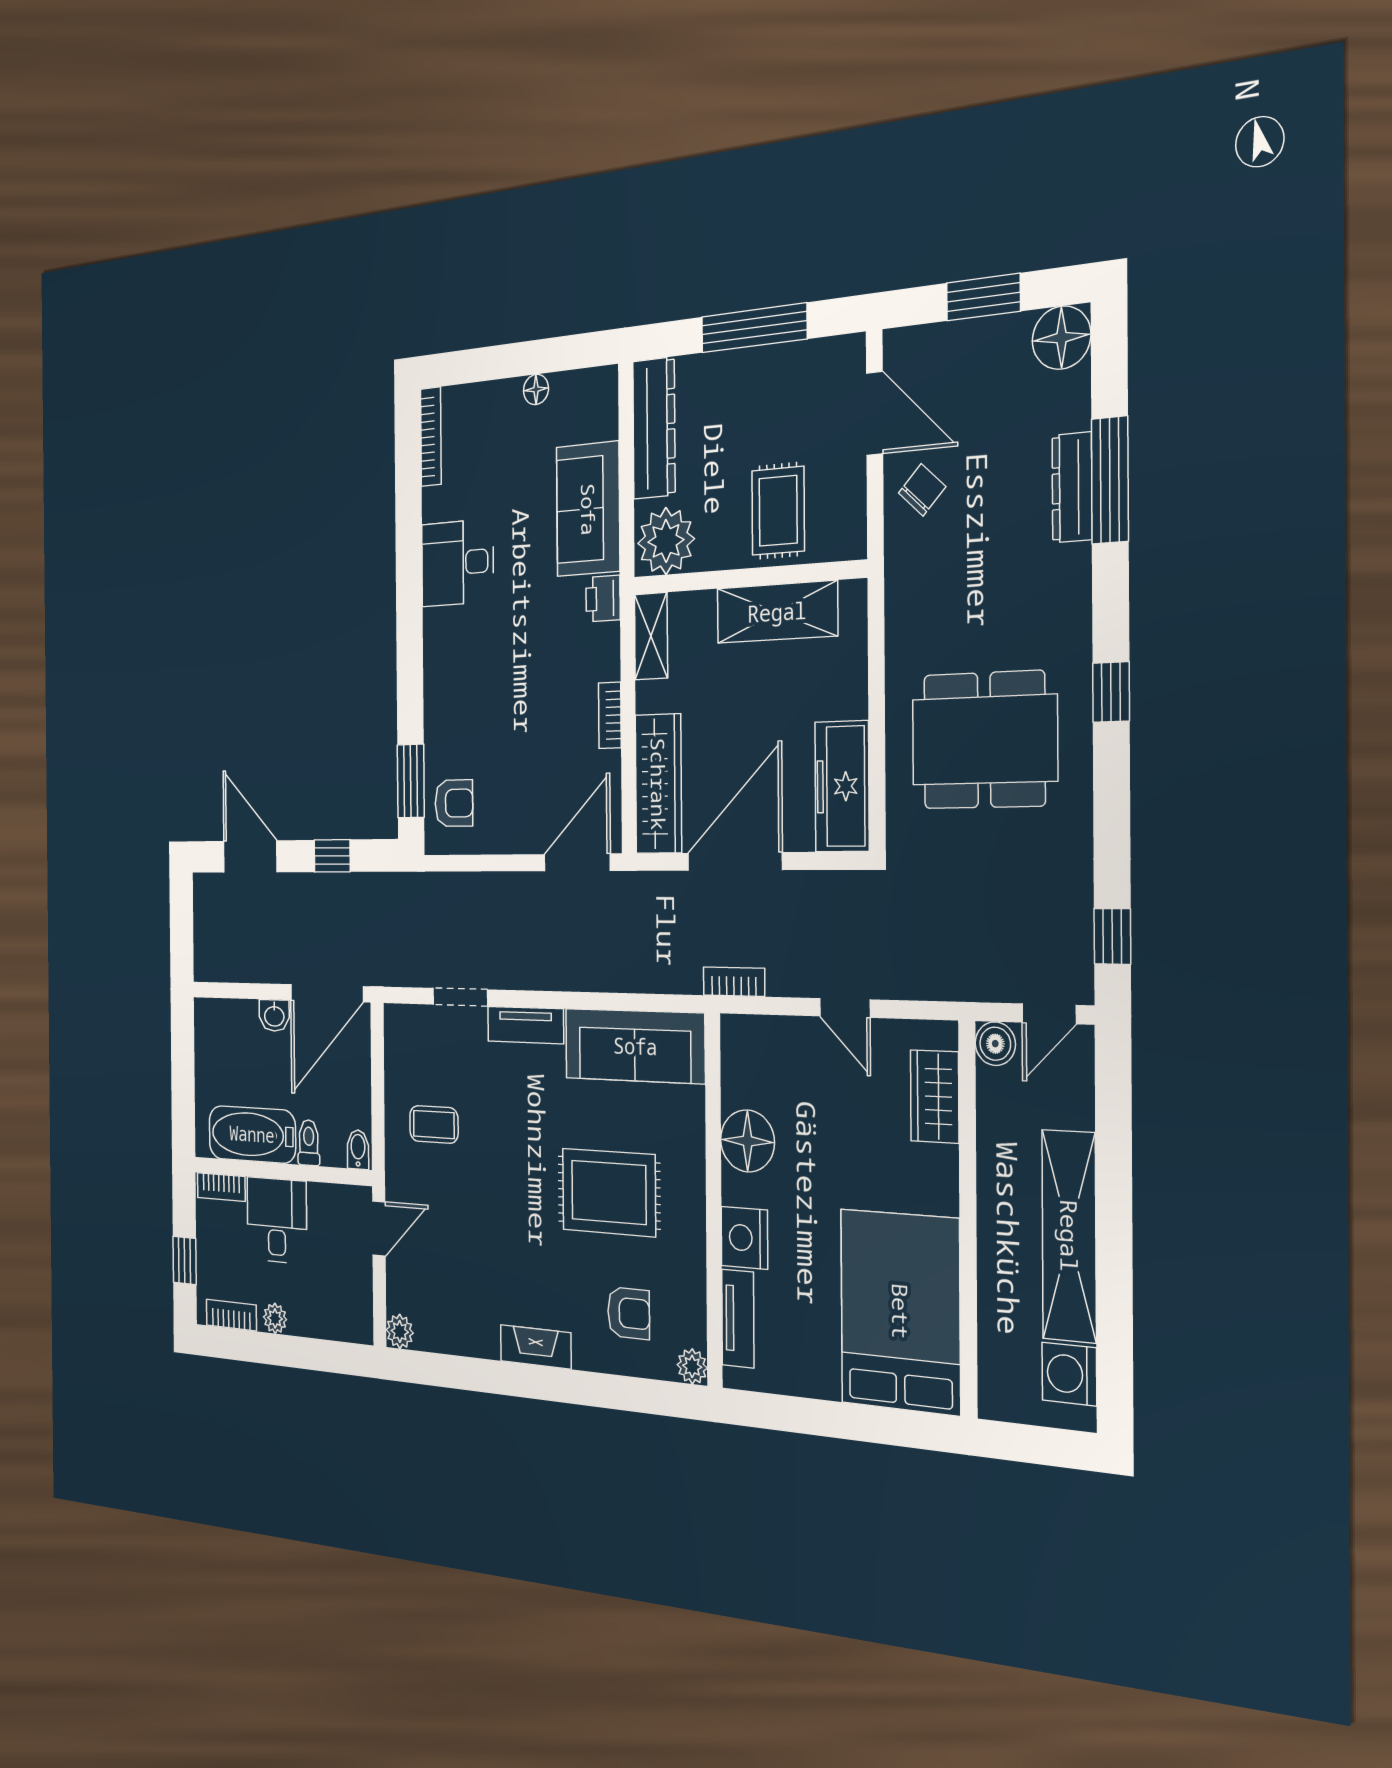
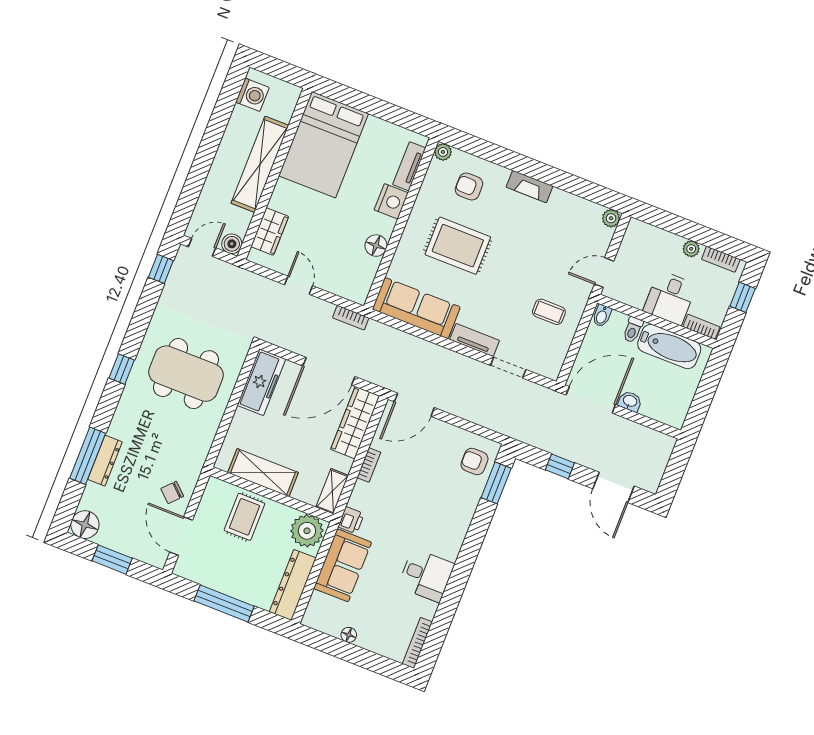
floor lamp: (747, 1141) -> (376, 246), width x0.73, depth x0.73
shelving: (1069, 1236) -> (260, 164), moved

